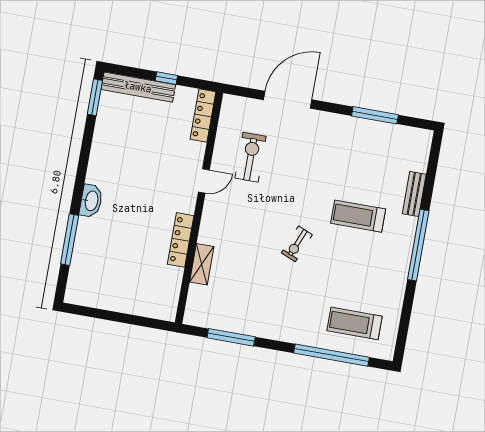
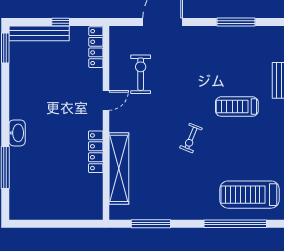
shelving: (202, 264) -> (119, 168), width x2.20, depth x1.33
treadmill: (354, 323) -> (249, 195), width x1.37, depth x1.38

